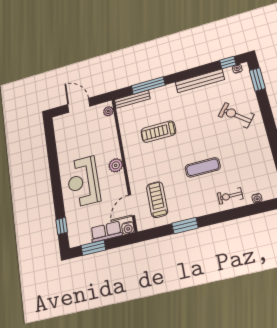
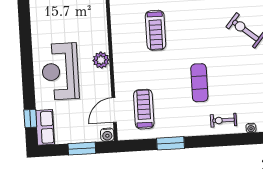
treadmill: (158, 132) -> (156, 30), turned -90
exercise mat: (203, 167) -> (199, 83), turned 90
row of seats: (106, 232) -> (45, 127), moved, turned 90
window: (93, 248) -> (82, 149), moved

